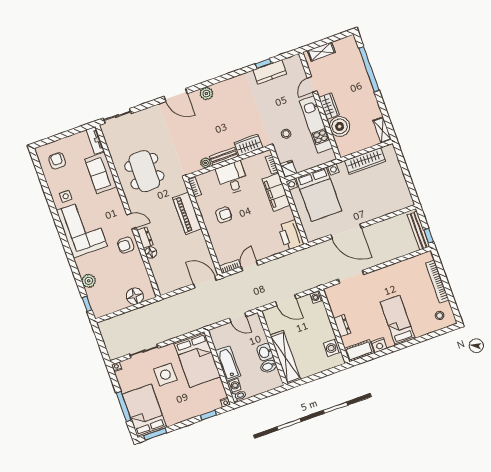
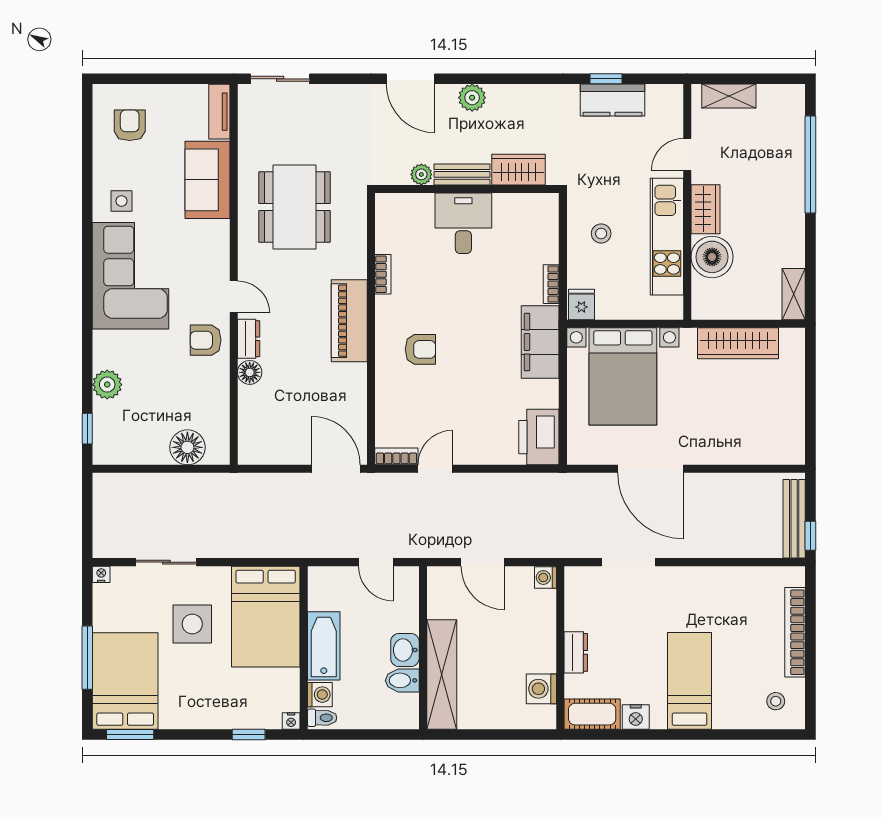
wardrobe: (248, 145) -> (519, 170), moved
bench: (224, 156) -> (462, 174), moved
wall: (228, 162) -> (467, 189), moved
plant: (206, 163) -> (421, 174), moved
desk: (232, 178) -> (463, 223), moved

